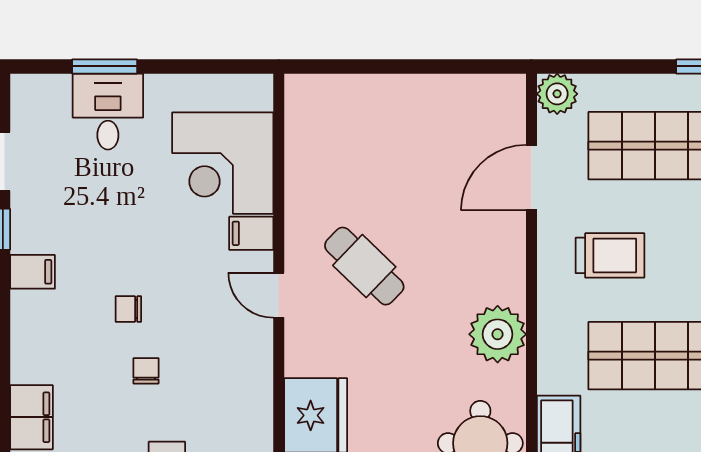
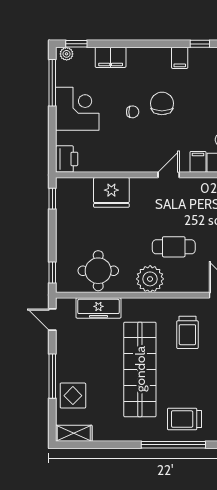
cafe table: (364, 266) -> (174, 247), moved, turned 46
chair: (128, 309) -> (162, 103), width x1.87, depth x1.87

